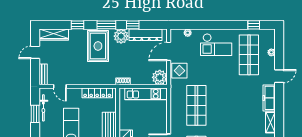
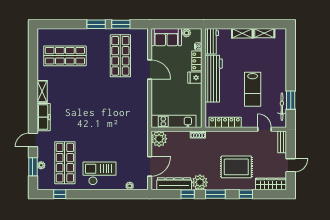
rug: (98, 46) -> (236, 167), moved, turned 90
window: (279, 51) -> (33, 167), added
display table: (179, 71) -> (138, 146), removed
shop shelf: (196, 105) -> (120, 109), removed

